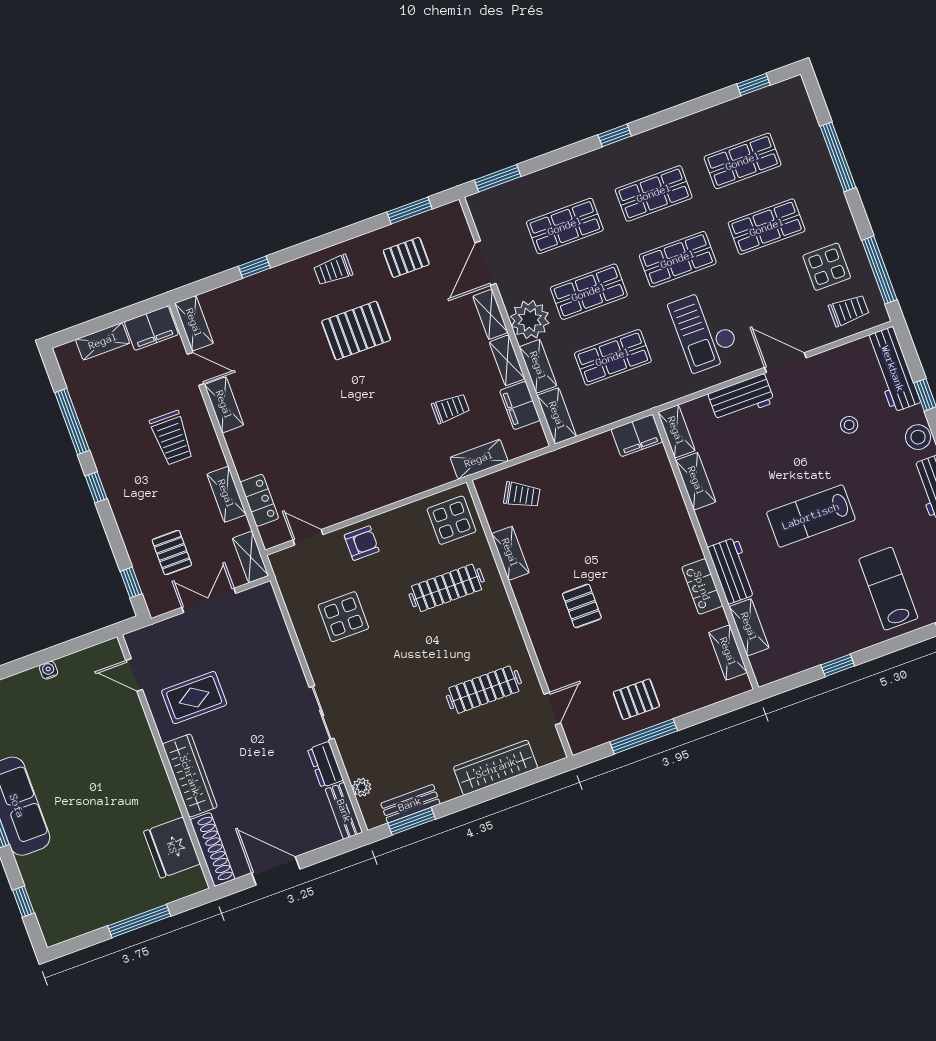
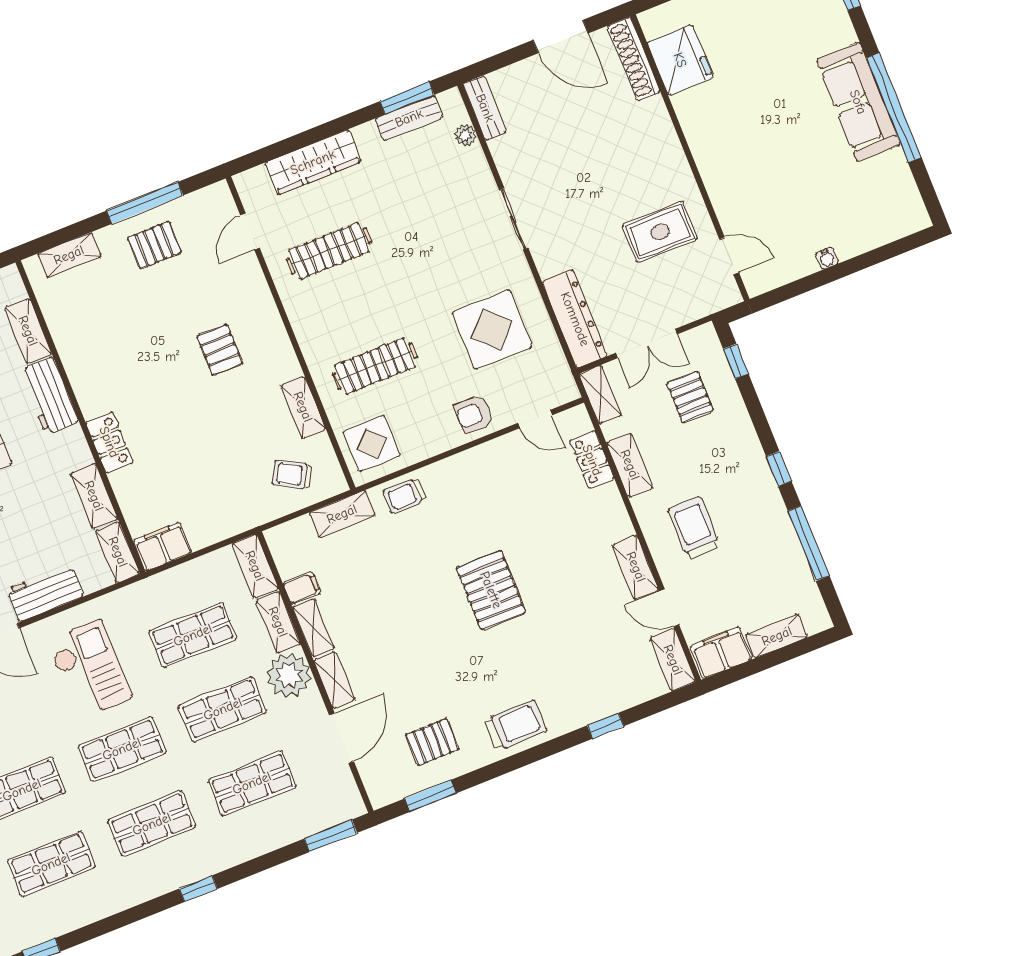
trolley: (333, 270) -> (515, 725), width x1.36, depth x1.39
pallet: (356, 331) -> (491, 590), moved, turned 90
filing cabinet: (520, 405) -> (302, 588), width x0.50
trolley: (451, 408) -> (405, 496), moved
locker: (702, 586) -> (109, 442), moved
display table: (343, 617) -> (492, 329), width x1.36, depth x1.36
shelving: (728, 652) -> (69, 255), moved, turned 90
dresser: (325, 765) -> (575, 319), moved, width x1.96, depth x1.24
wardrobe: (190, 776) -> (662, 143), removed

